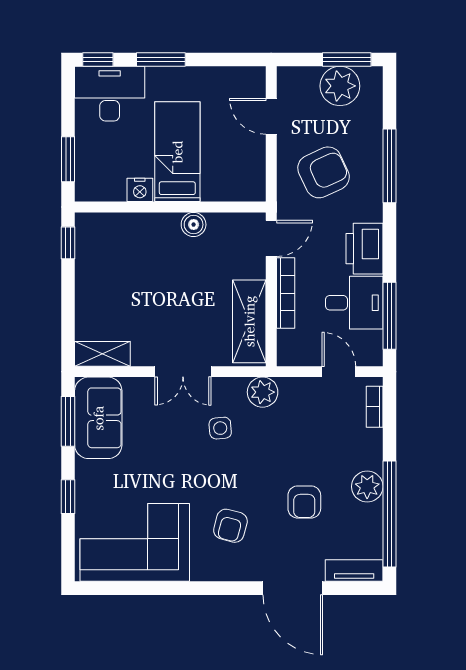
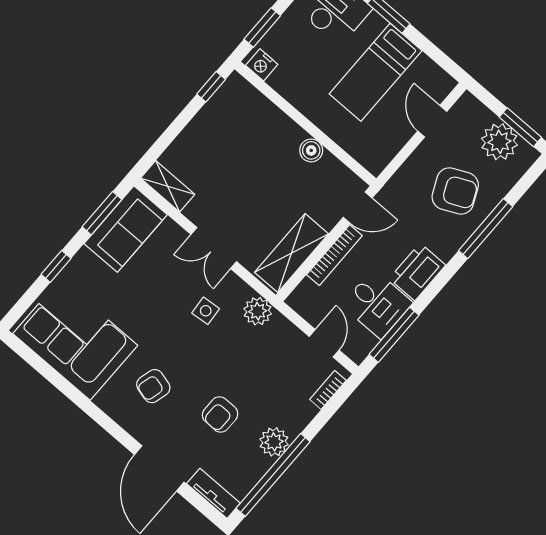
bed: (177, 152) -> (376, 72), moved, turned 180
armchair: (324, 172) -> (455, 191), moved
nightstand: (140, 190) -> (262, 65), moved

